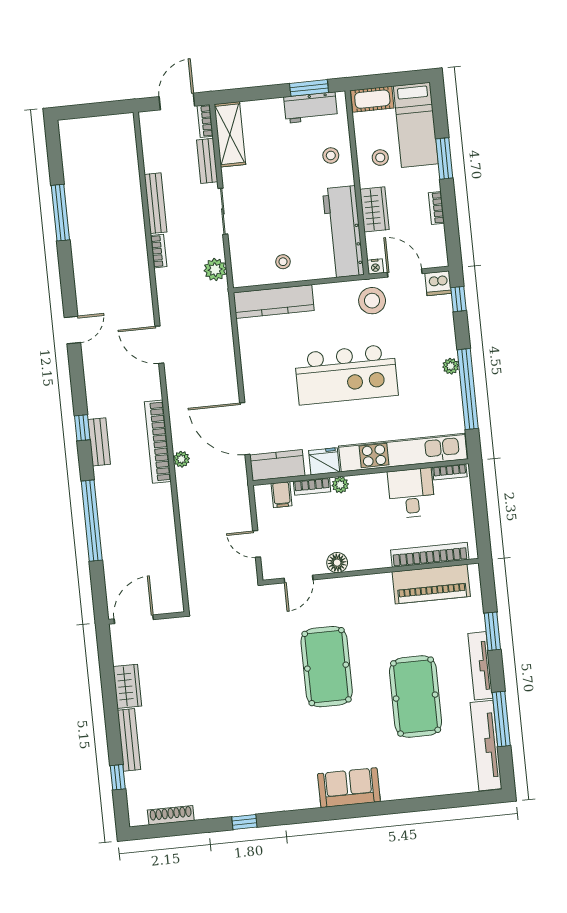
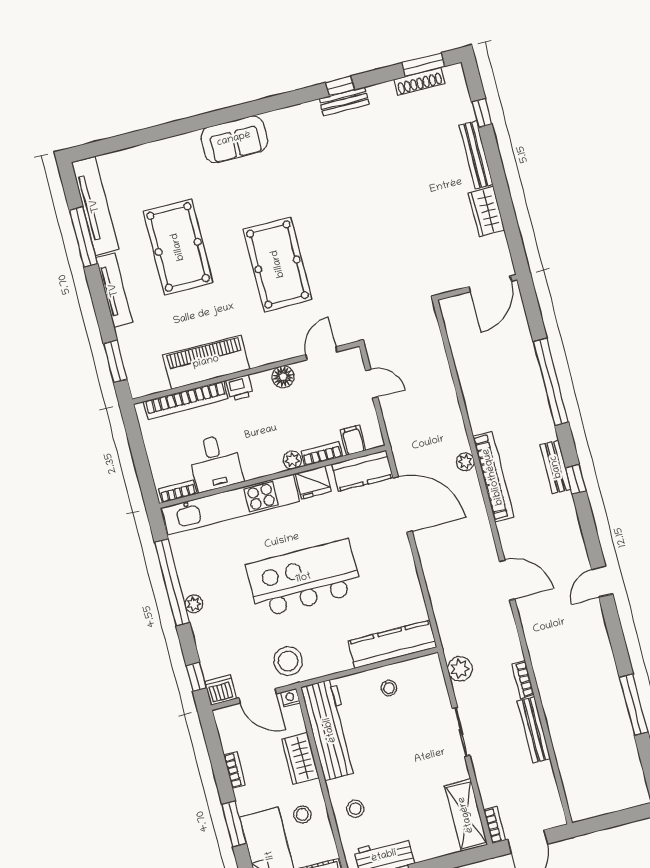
bench: (207, 161) -> (344, 101), moved, turned 90
printer: (379, 559) -> (239, 388), added
piano: (431, 584) -> (206, 362), moved
window: (492, 631) -> (115, 361), moved
window: (165, 830) -> (423, 65), added

